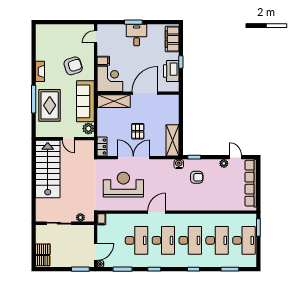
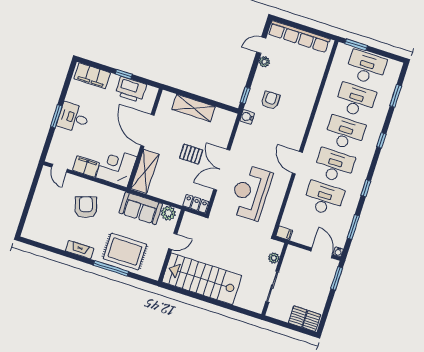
filing cabinet: (103, 61) -> (86, 167), width x2.00
sofa: (85, 101) -> (141, 208), width x0.73
shelving: (172, 140) -> (193, 108), moved

